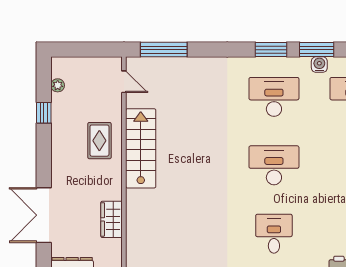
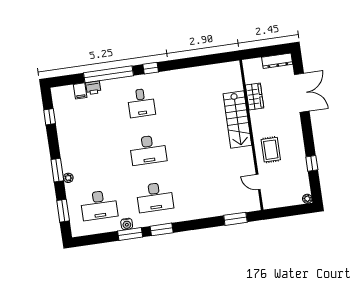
window: (164, 50) -> (235, 219), width x0.69
door: (124, 82) -> (258, 182), moved
plant: (58, 85) -> (307, 199), moved
stairs: (141, 148) -> (237, 120), moved

